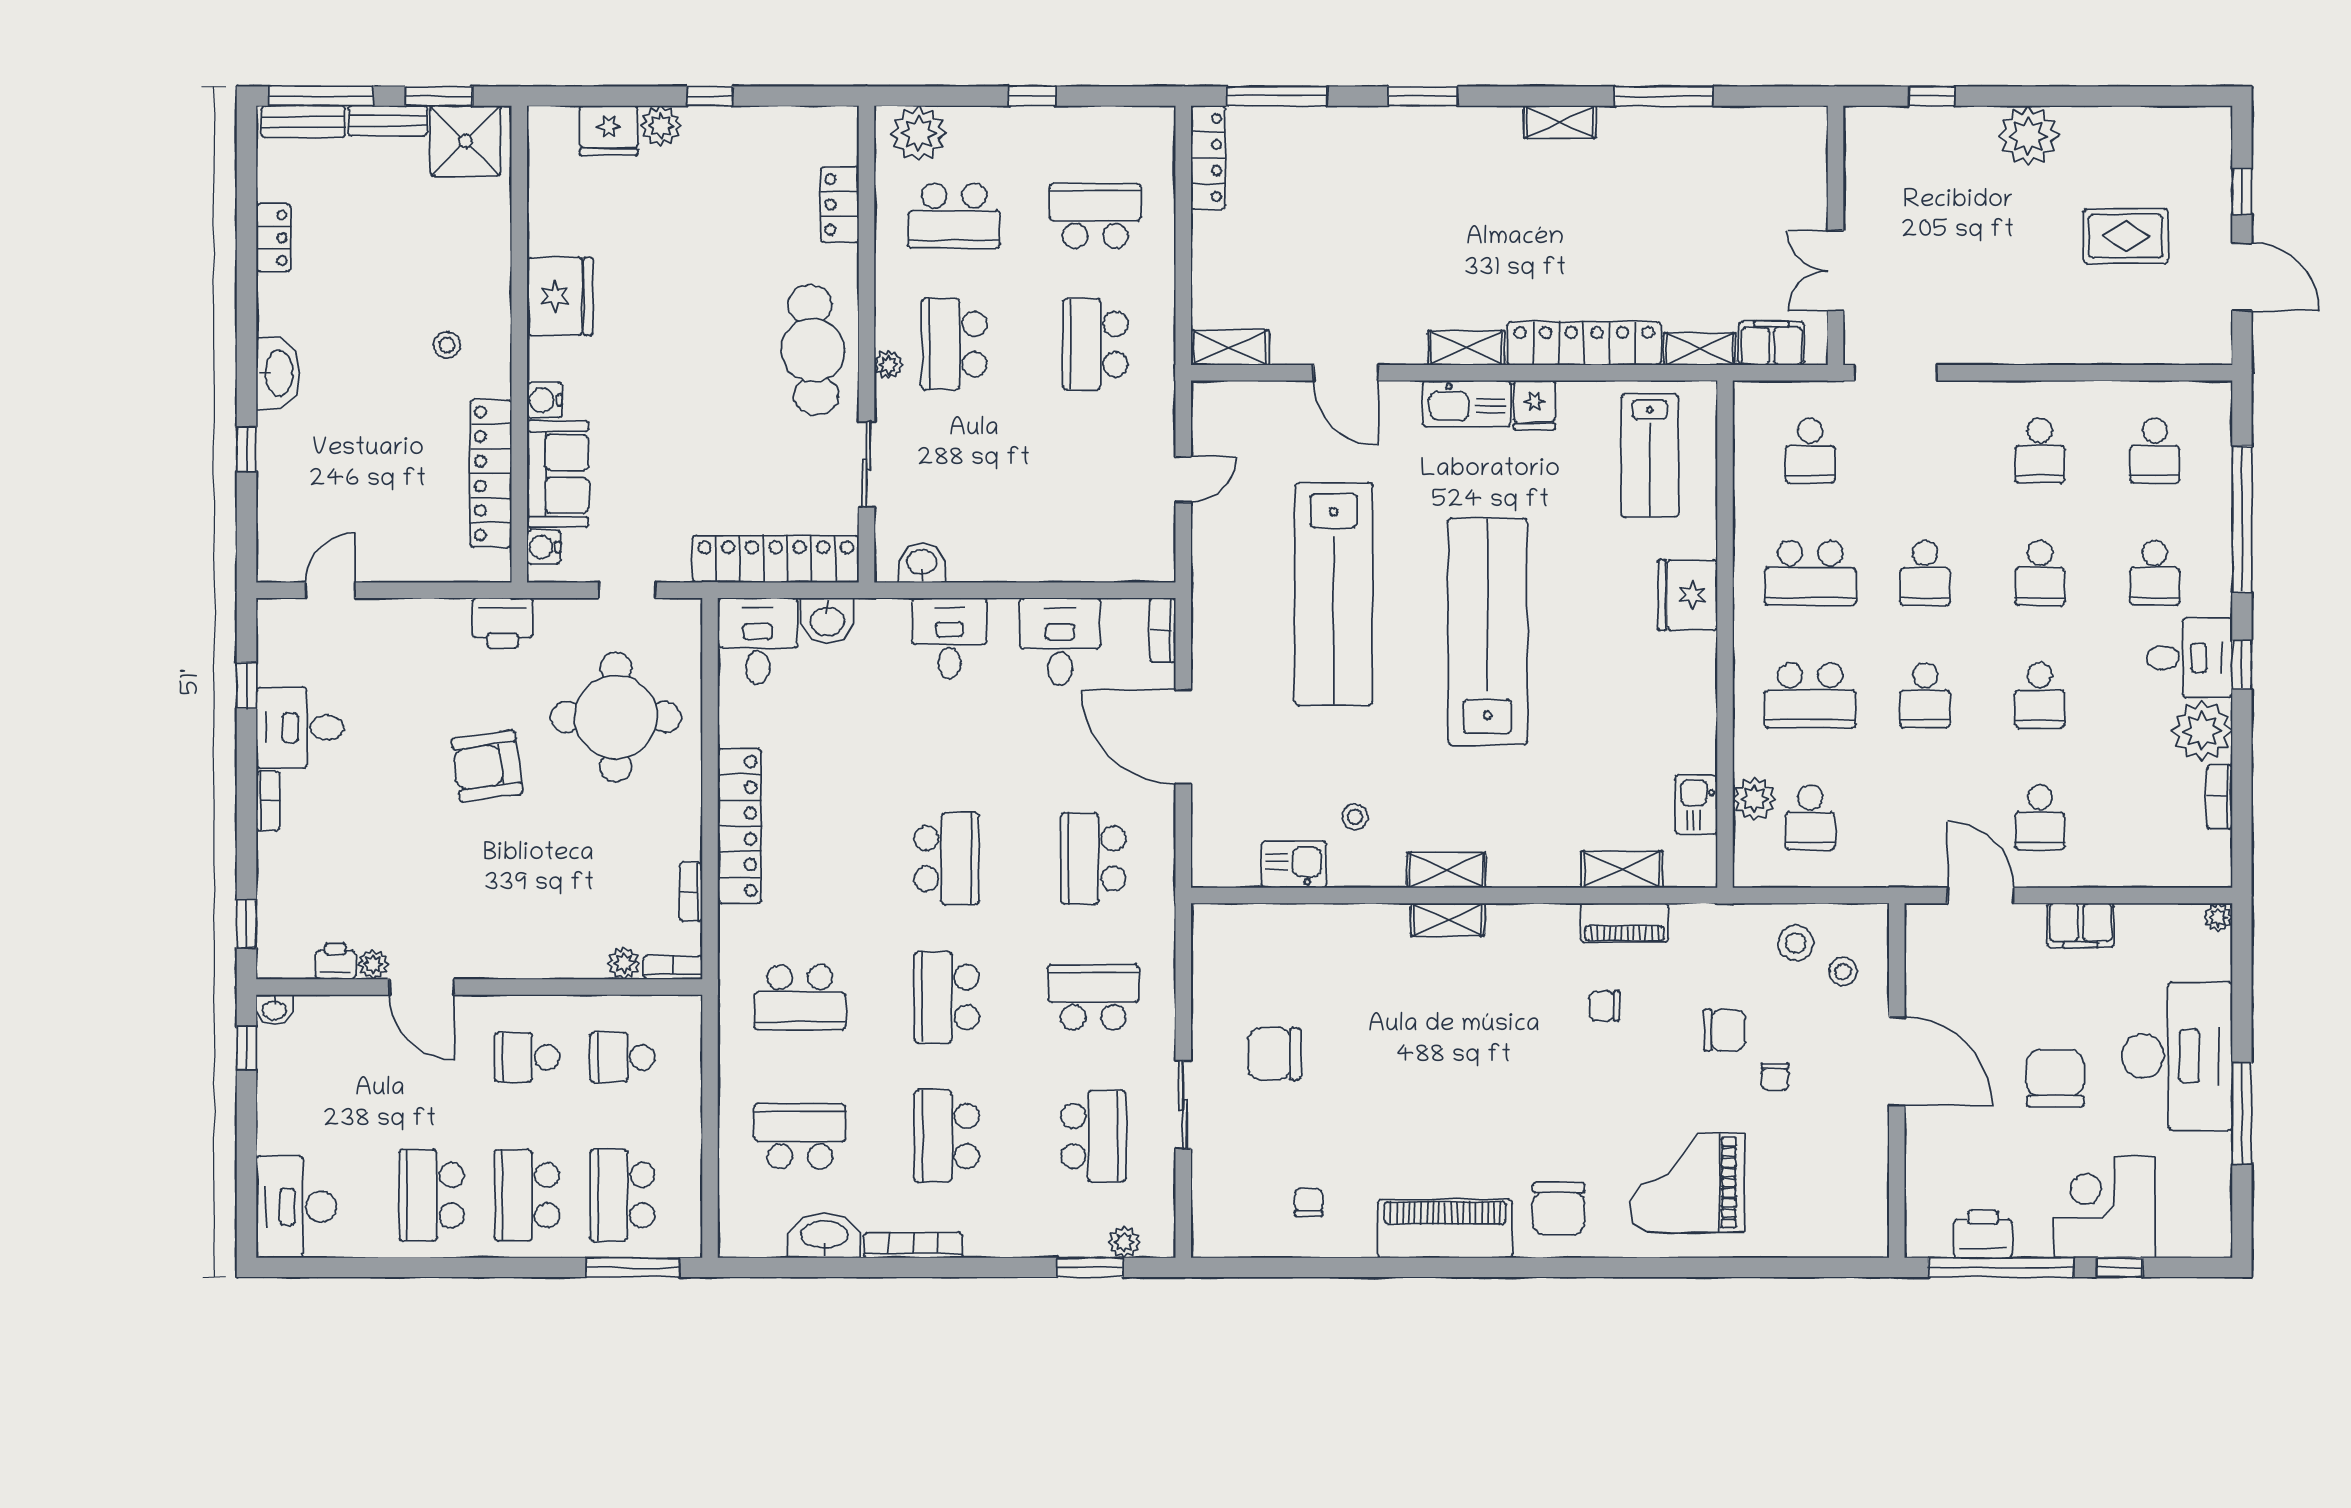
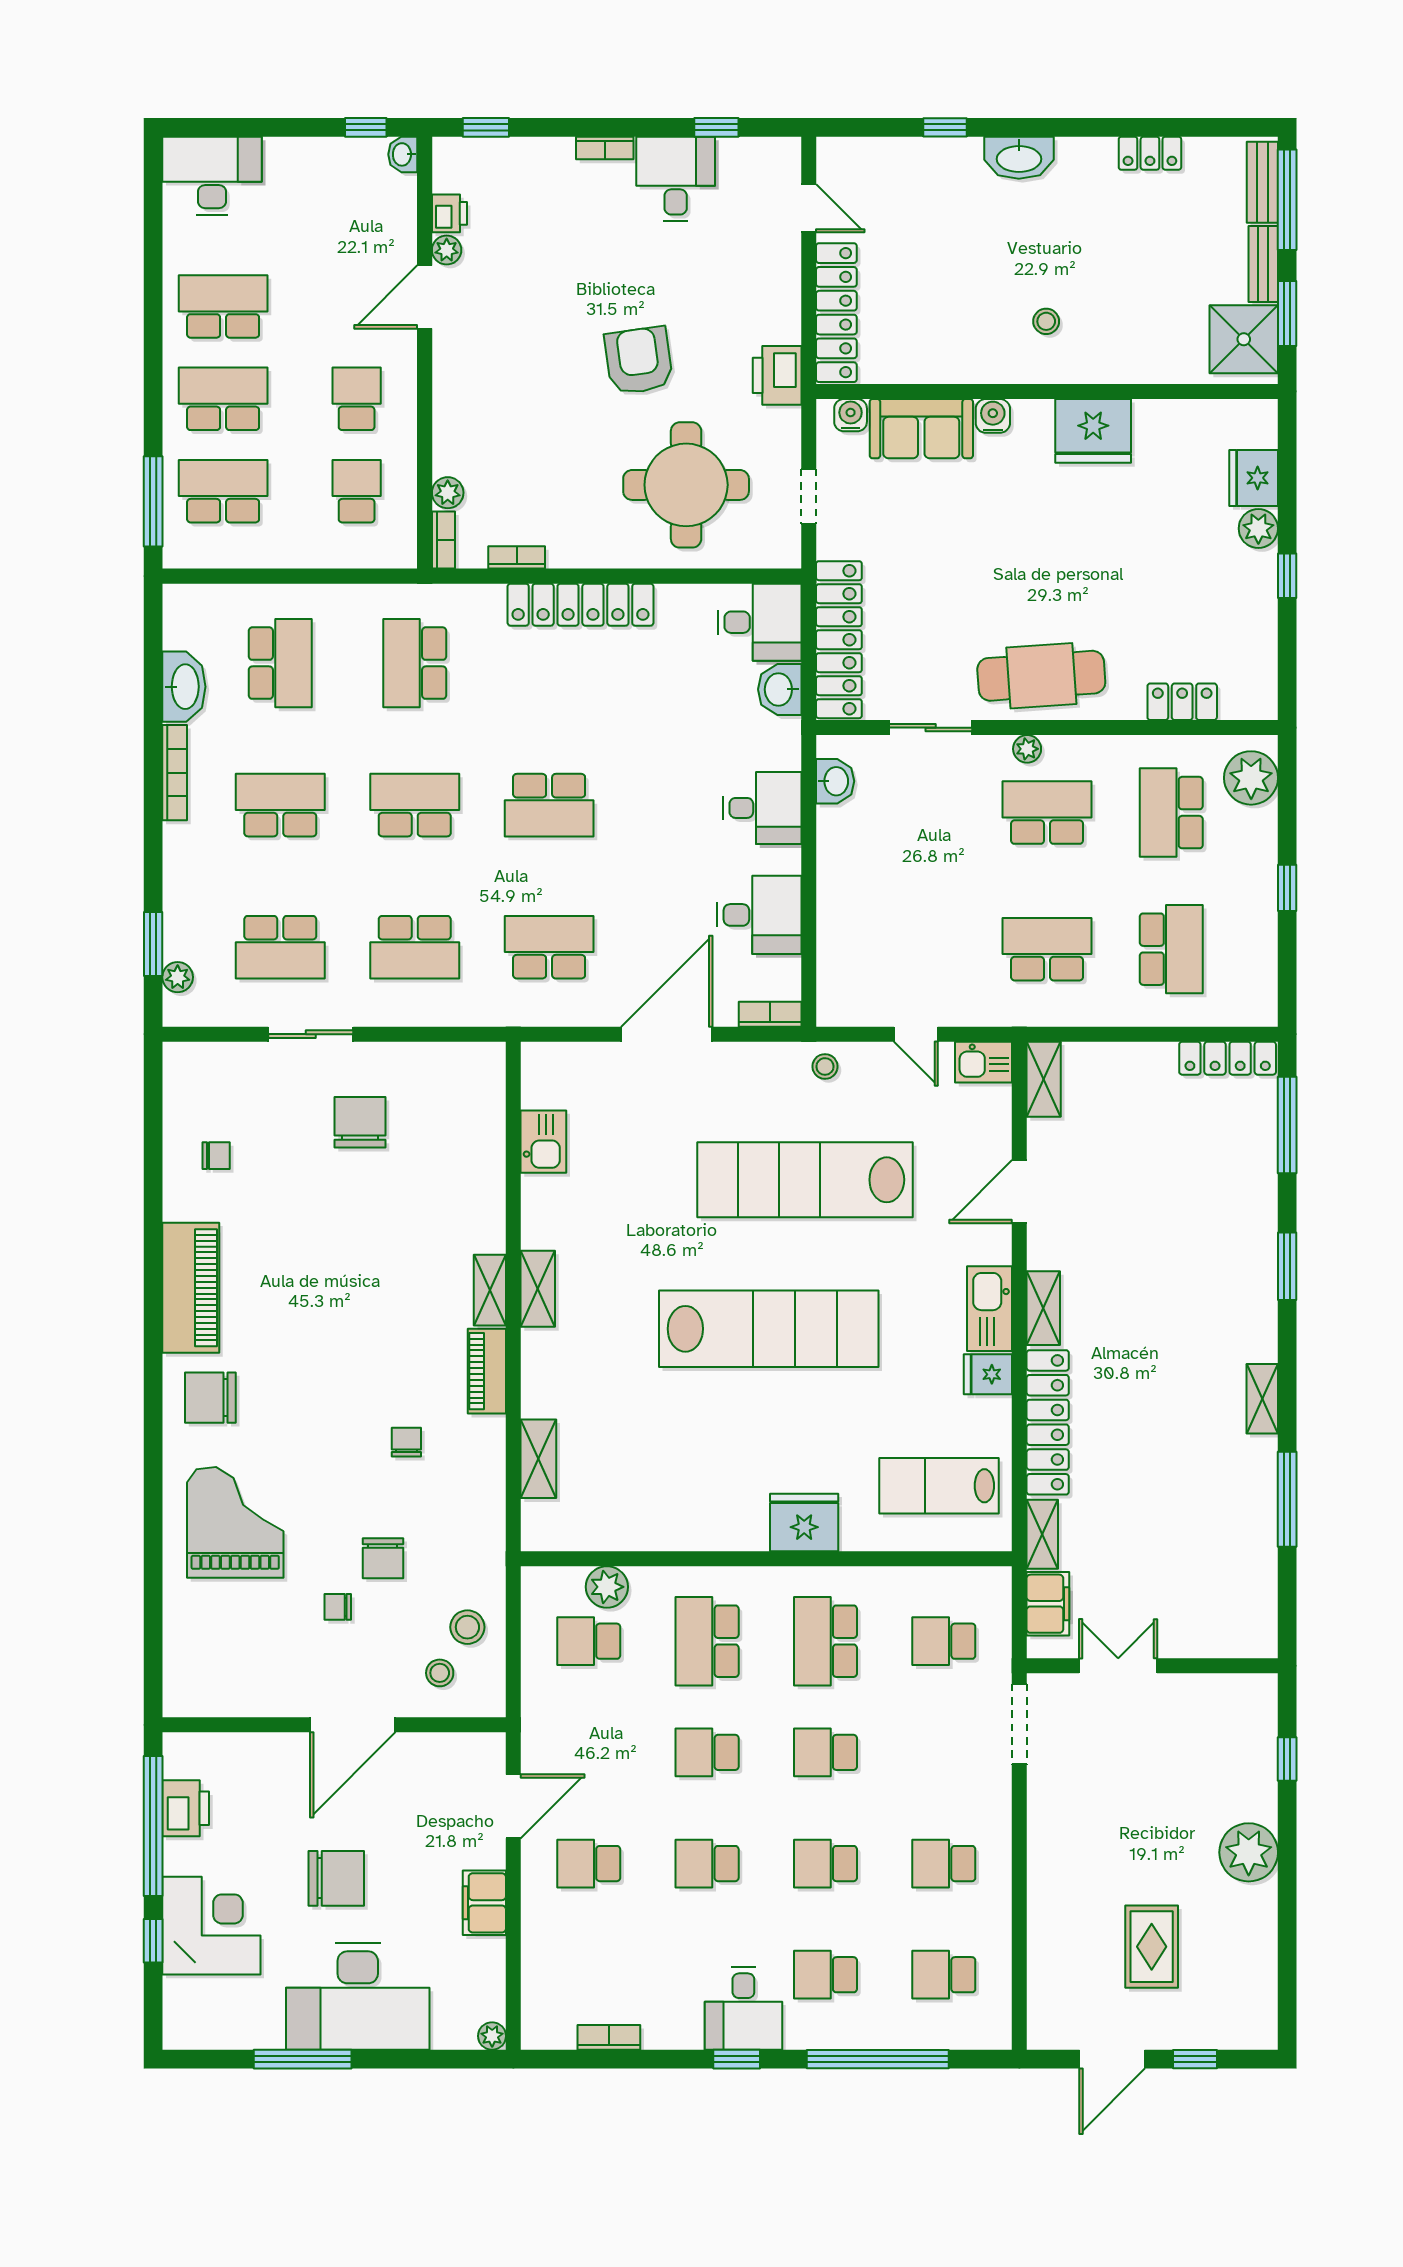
locker: (491, 473) -> (836, 313), moved, turned 90
plant: (2202, 731) -> (672, 2021), removed
kitchen sink: (1696, 805) -> (984, 1062), moved, turned 180
stool: (1355, 817) -> (825, 1066), moved
piano: (1625, 923) -> (487, 1371), moved
school desk: (1093, 997) -> (415, 947), turned 90

